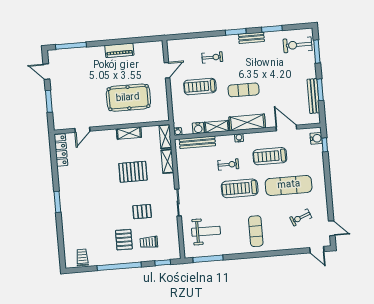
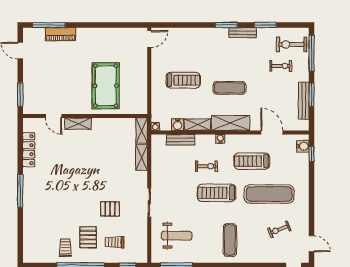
piano: (119, 50) -> (61, 34), moved
window: (317, 52) -> (311, 53), width x1.44
exercise bike: (212, 57) -> (281, 66), moved
door: (167, 70) -> (149, 39), moved
treadmill: (200, 87) -> (183, 80), turned 180
pool table: (128, 98) -> (106, 86), turned 90
window: (49, 101) -> (20, 95), moved
door: (82, 130) -> (54, 116), hinge flipped
shelving: (129, 133) -> (78, 124), moved
bench: (197, 142) -> (181, 140), width x0.73
locker: (61, 150) -> (29, 150), moved
pallet: (133, 172) -> (104, 165), removed
window: (57, 202) -> (20, 191), width x1.44
trolley: (82, 257) -> (65, 248), moved

